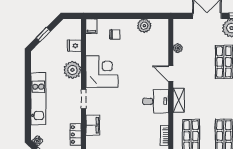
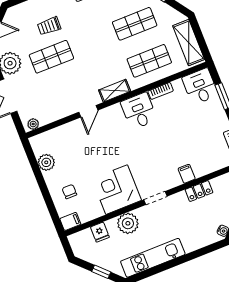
plant: (178, 48) -> (33, 124), moved
kitchen unit: (38, 99) -> (153, 258), moved
desk: (156, 101) -> (139, 111), moved
filing cabinet: (93, 125) -> (187, 174), width x0.50

